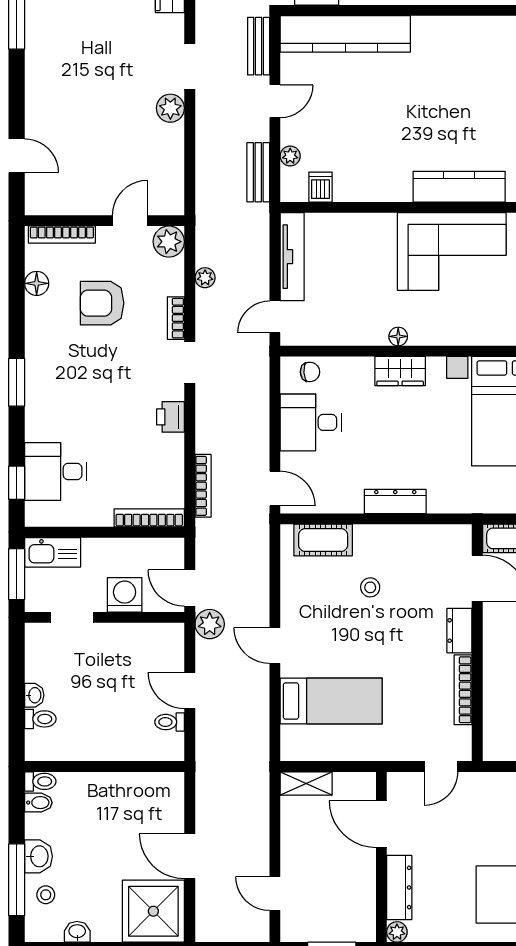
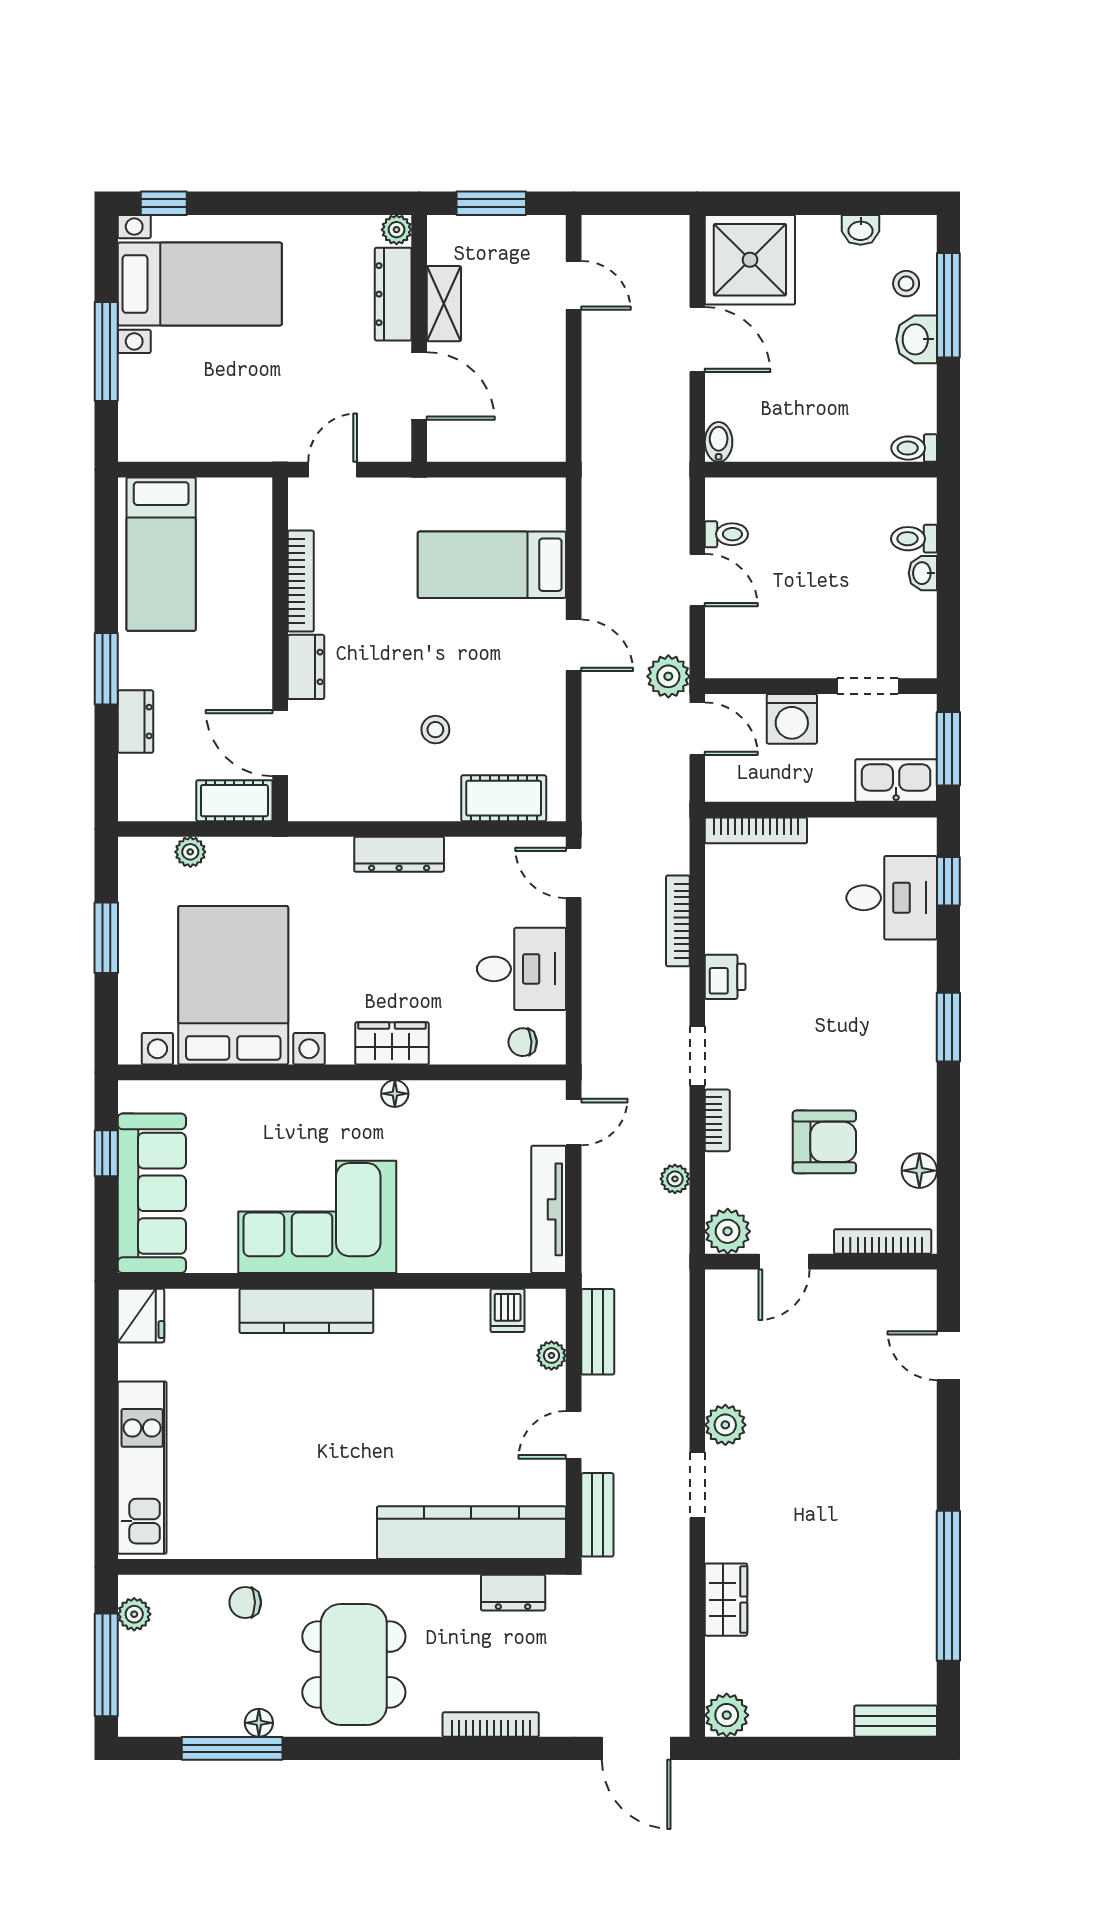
bookcase: (203, 486) -> (678, 921), moved
shelving: (306, 783) -> (444, 304), moved, turned 90
bidet: (38, 803) -> (719, 442), moved, turned 90

